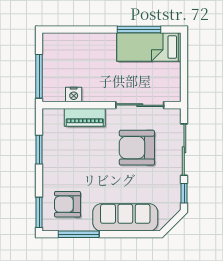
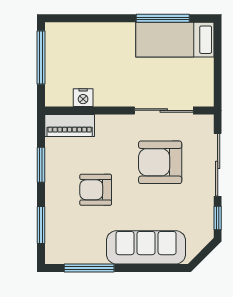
window: (39, 76) -> (41, 58), moved
piano: (85, 117) -> (70, 125), moved
armchair: (67, 204) -> (96, 190), moved
window: (39, 212) -> (41, 225), moved

